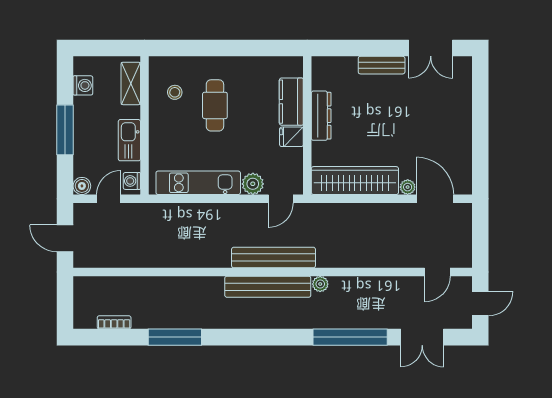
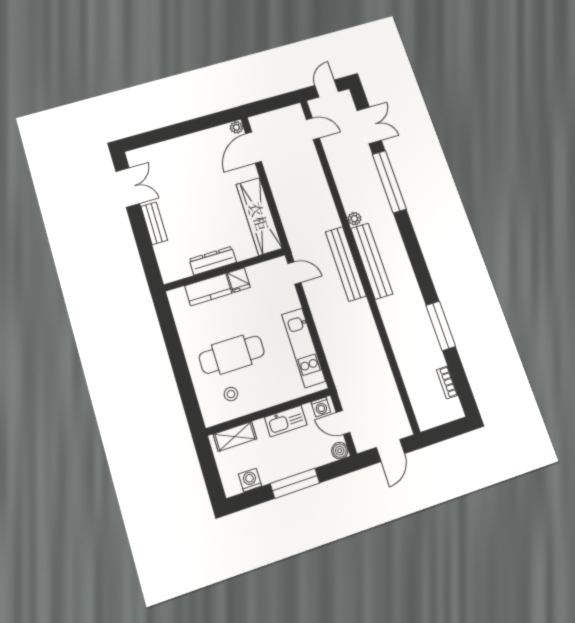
cafe table: (215, 105) -> (232, 355), width x1.37, depth x1.35
plant: (253, 184) -> (289, 300), removed
plant: (408, 187) -> (236, 127), moved
door: (480, 303) -> (327, 89), hinge flipped

